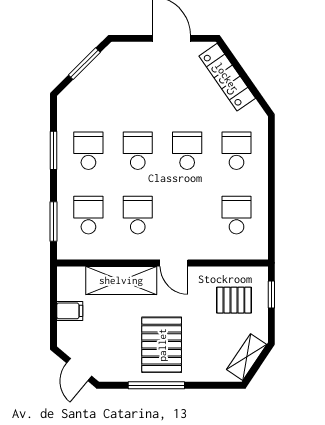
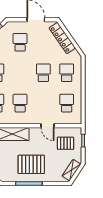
school desk: (138, 151) -> (20, 42), moved
door: (174, 263) -> (47, 126), moved
pallet: (162, 345) -> (31, 164), turned 90

